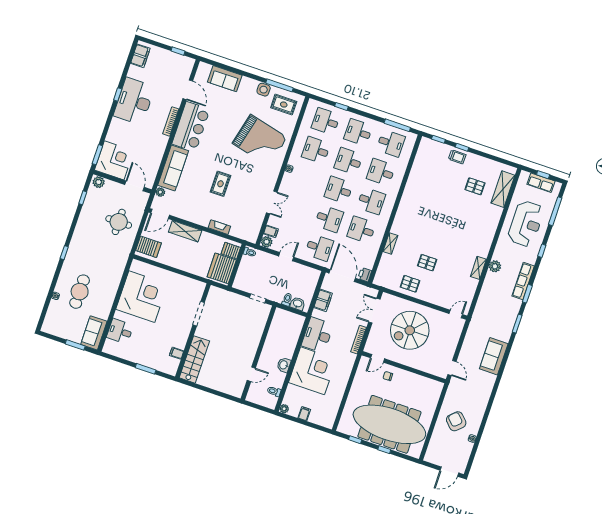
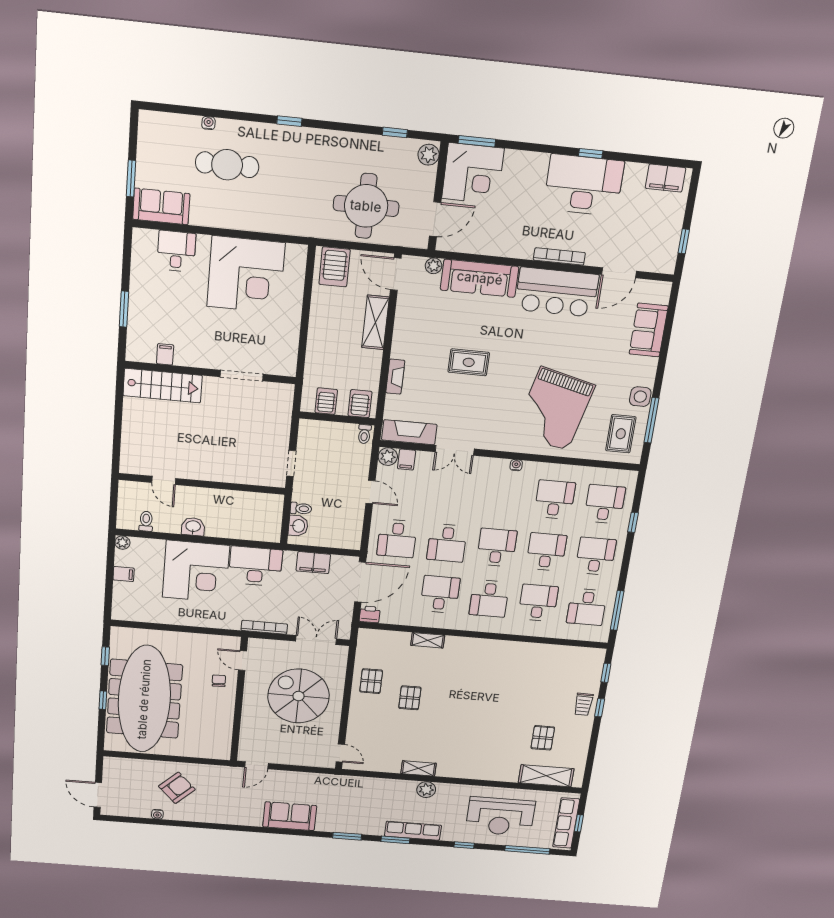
row of seats: (541, 183) -> (566, 823), width x1.48
round table: (119, 222) -> (366, 206), width x1.36, depth x1.36
fireplace: (255, 226) -> (409, 432), added
server rack: (222, 268) -> (326, 401), width x0.46, depth x0.70

